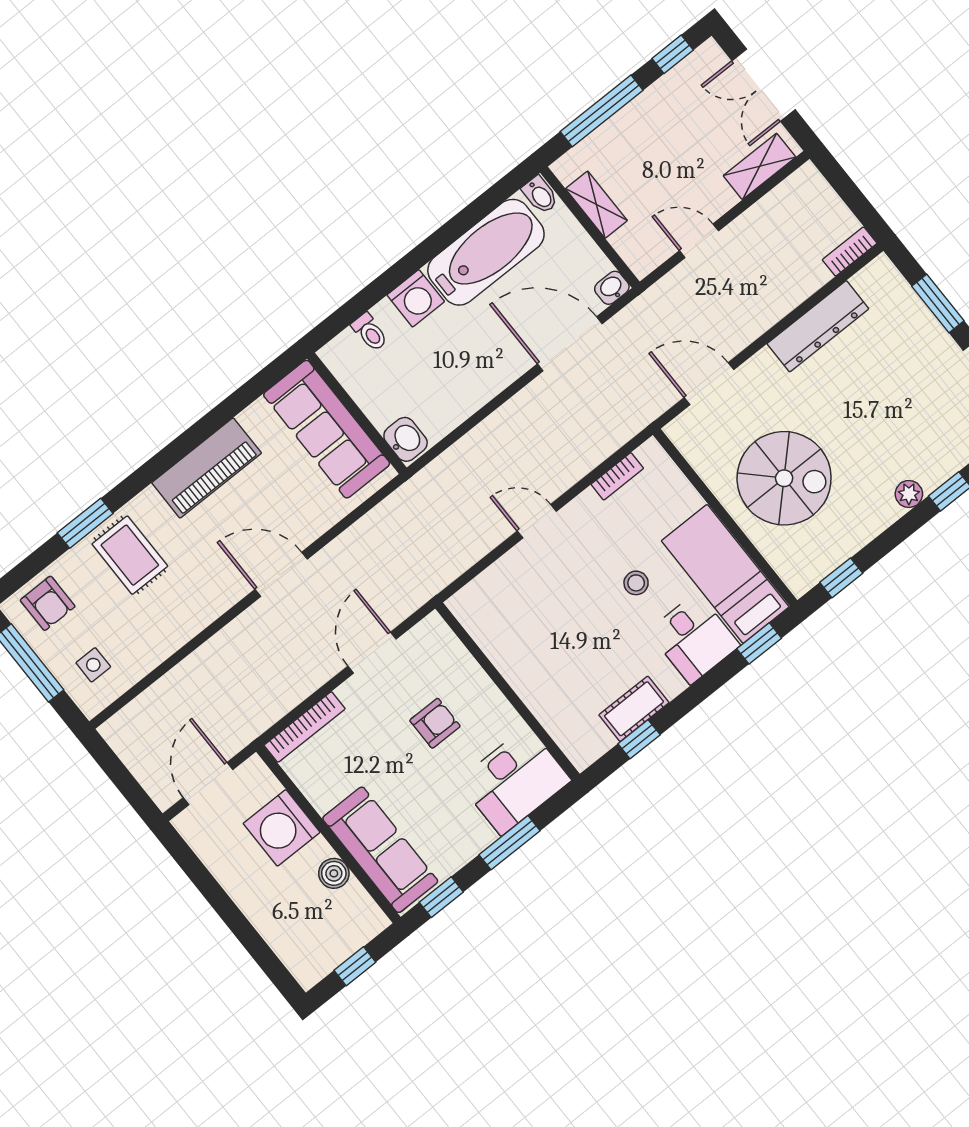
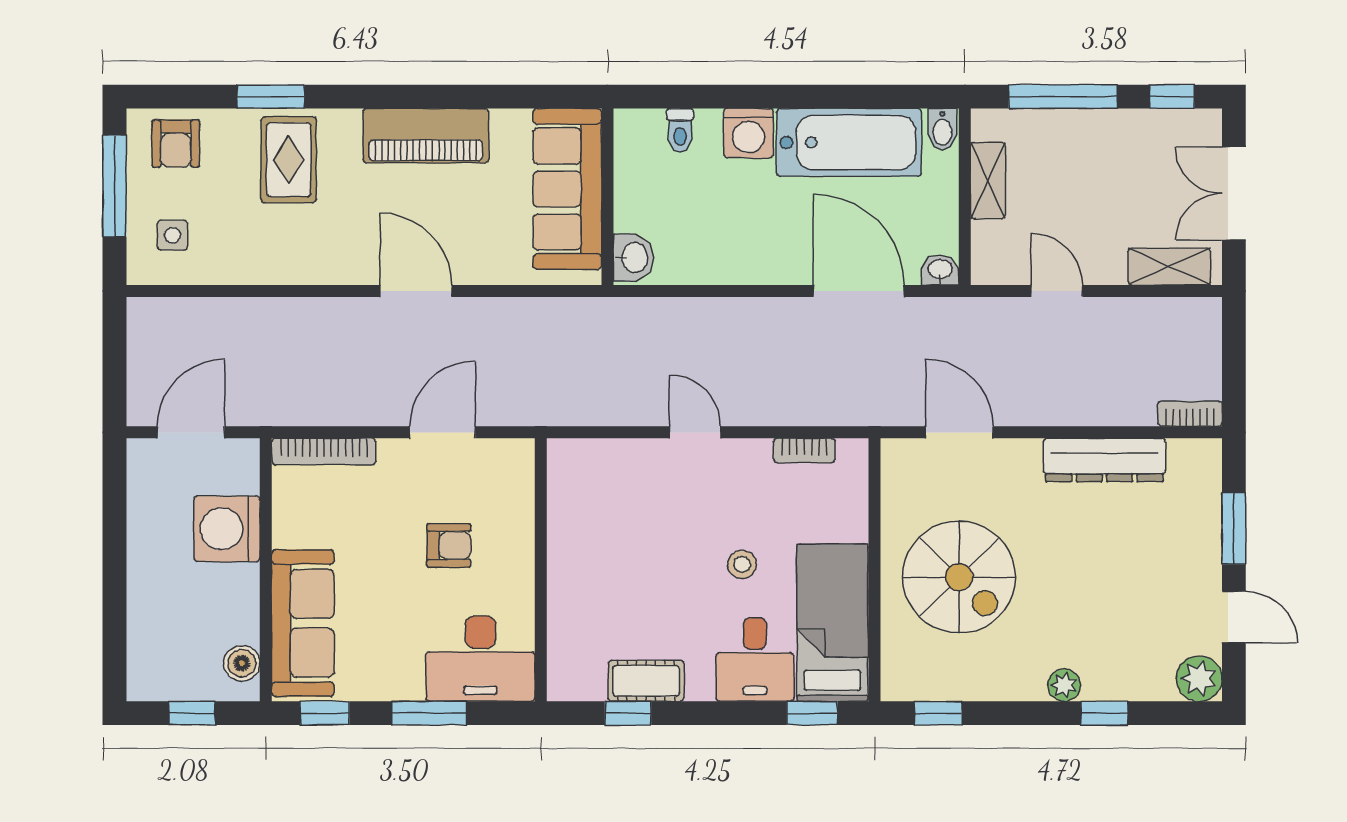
boiler: (334, 873) -> (242, 663), moved

